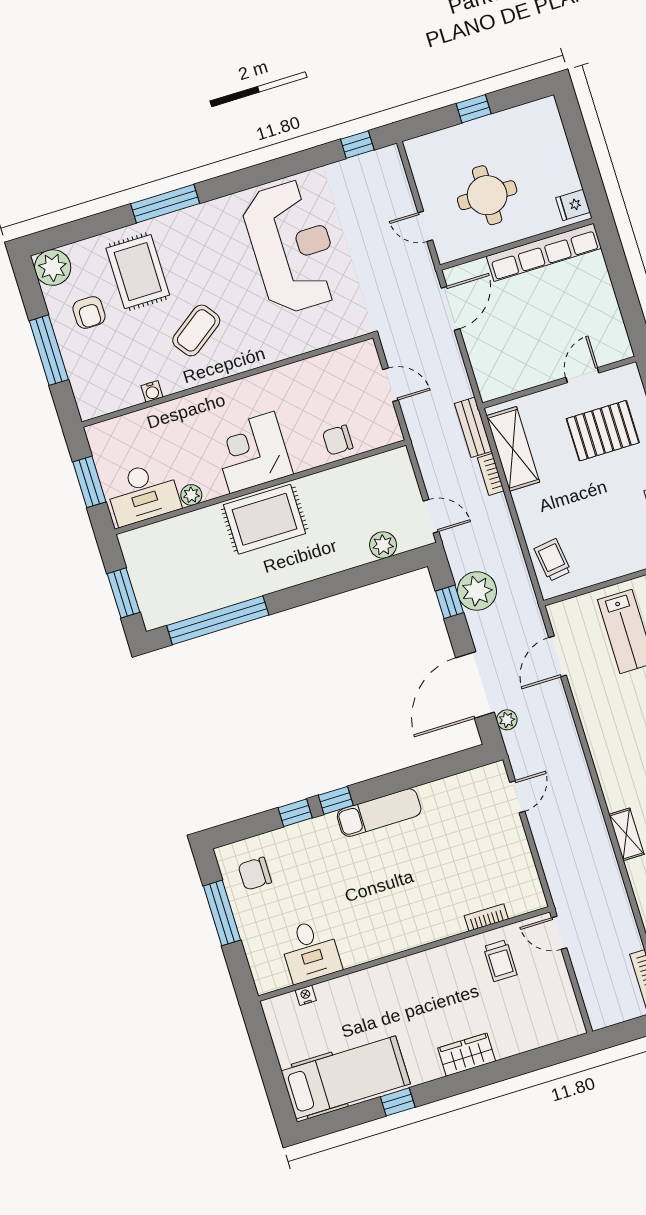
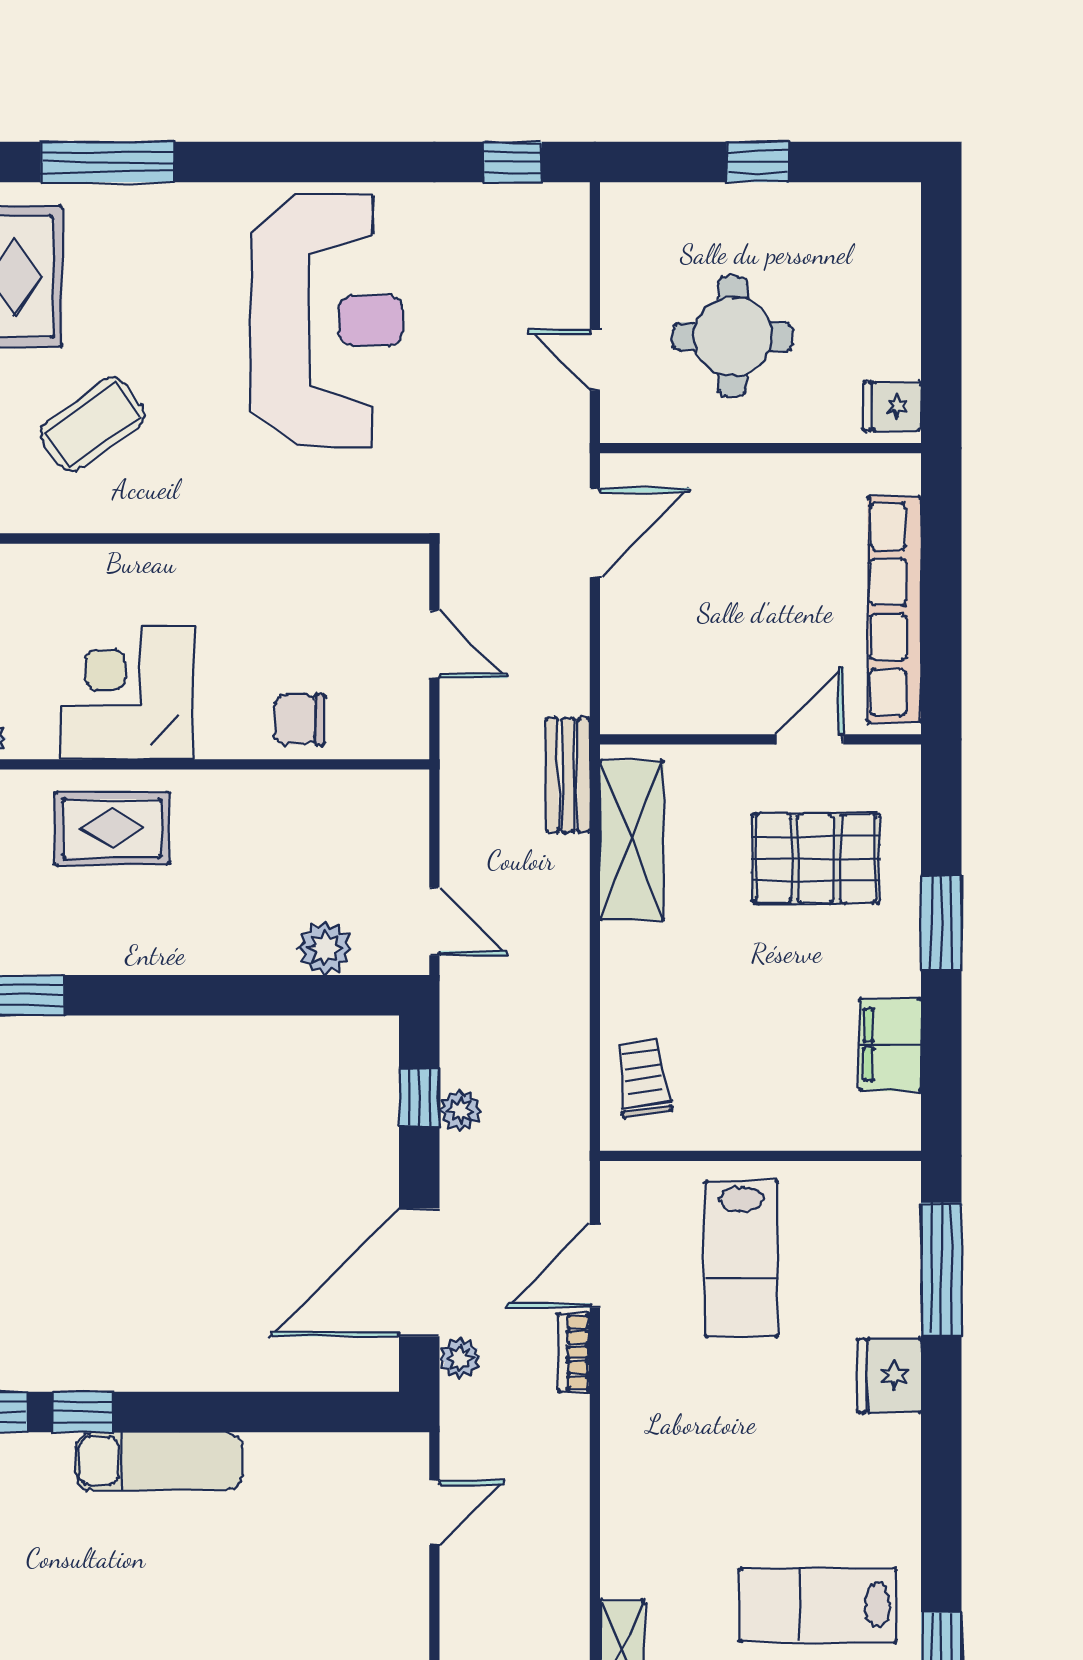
row of seats: (544, 252) -> (894, 609), moved, turned 90
bookcase: (491, 474) -> (574, 1352), moved
rug: (264, 519) -> (112, 828), width x0.73, depth x0.70
plant: (477, 591) -> (460, 1111), width x0.53, depth x0.53

